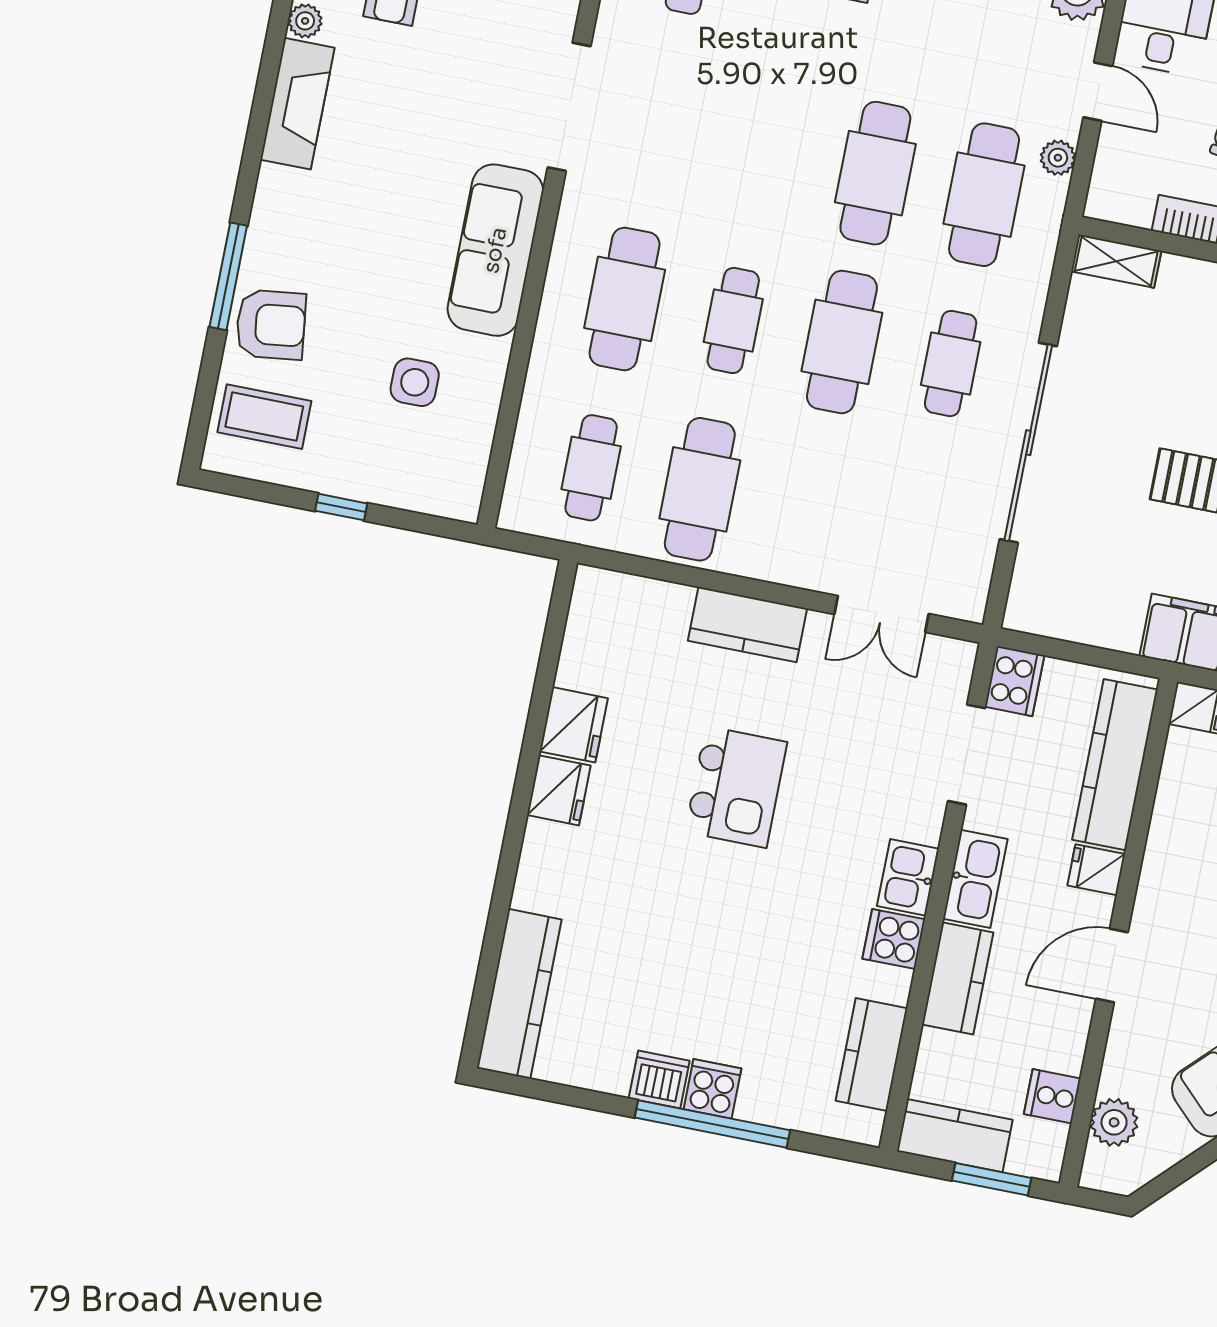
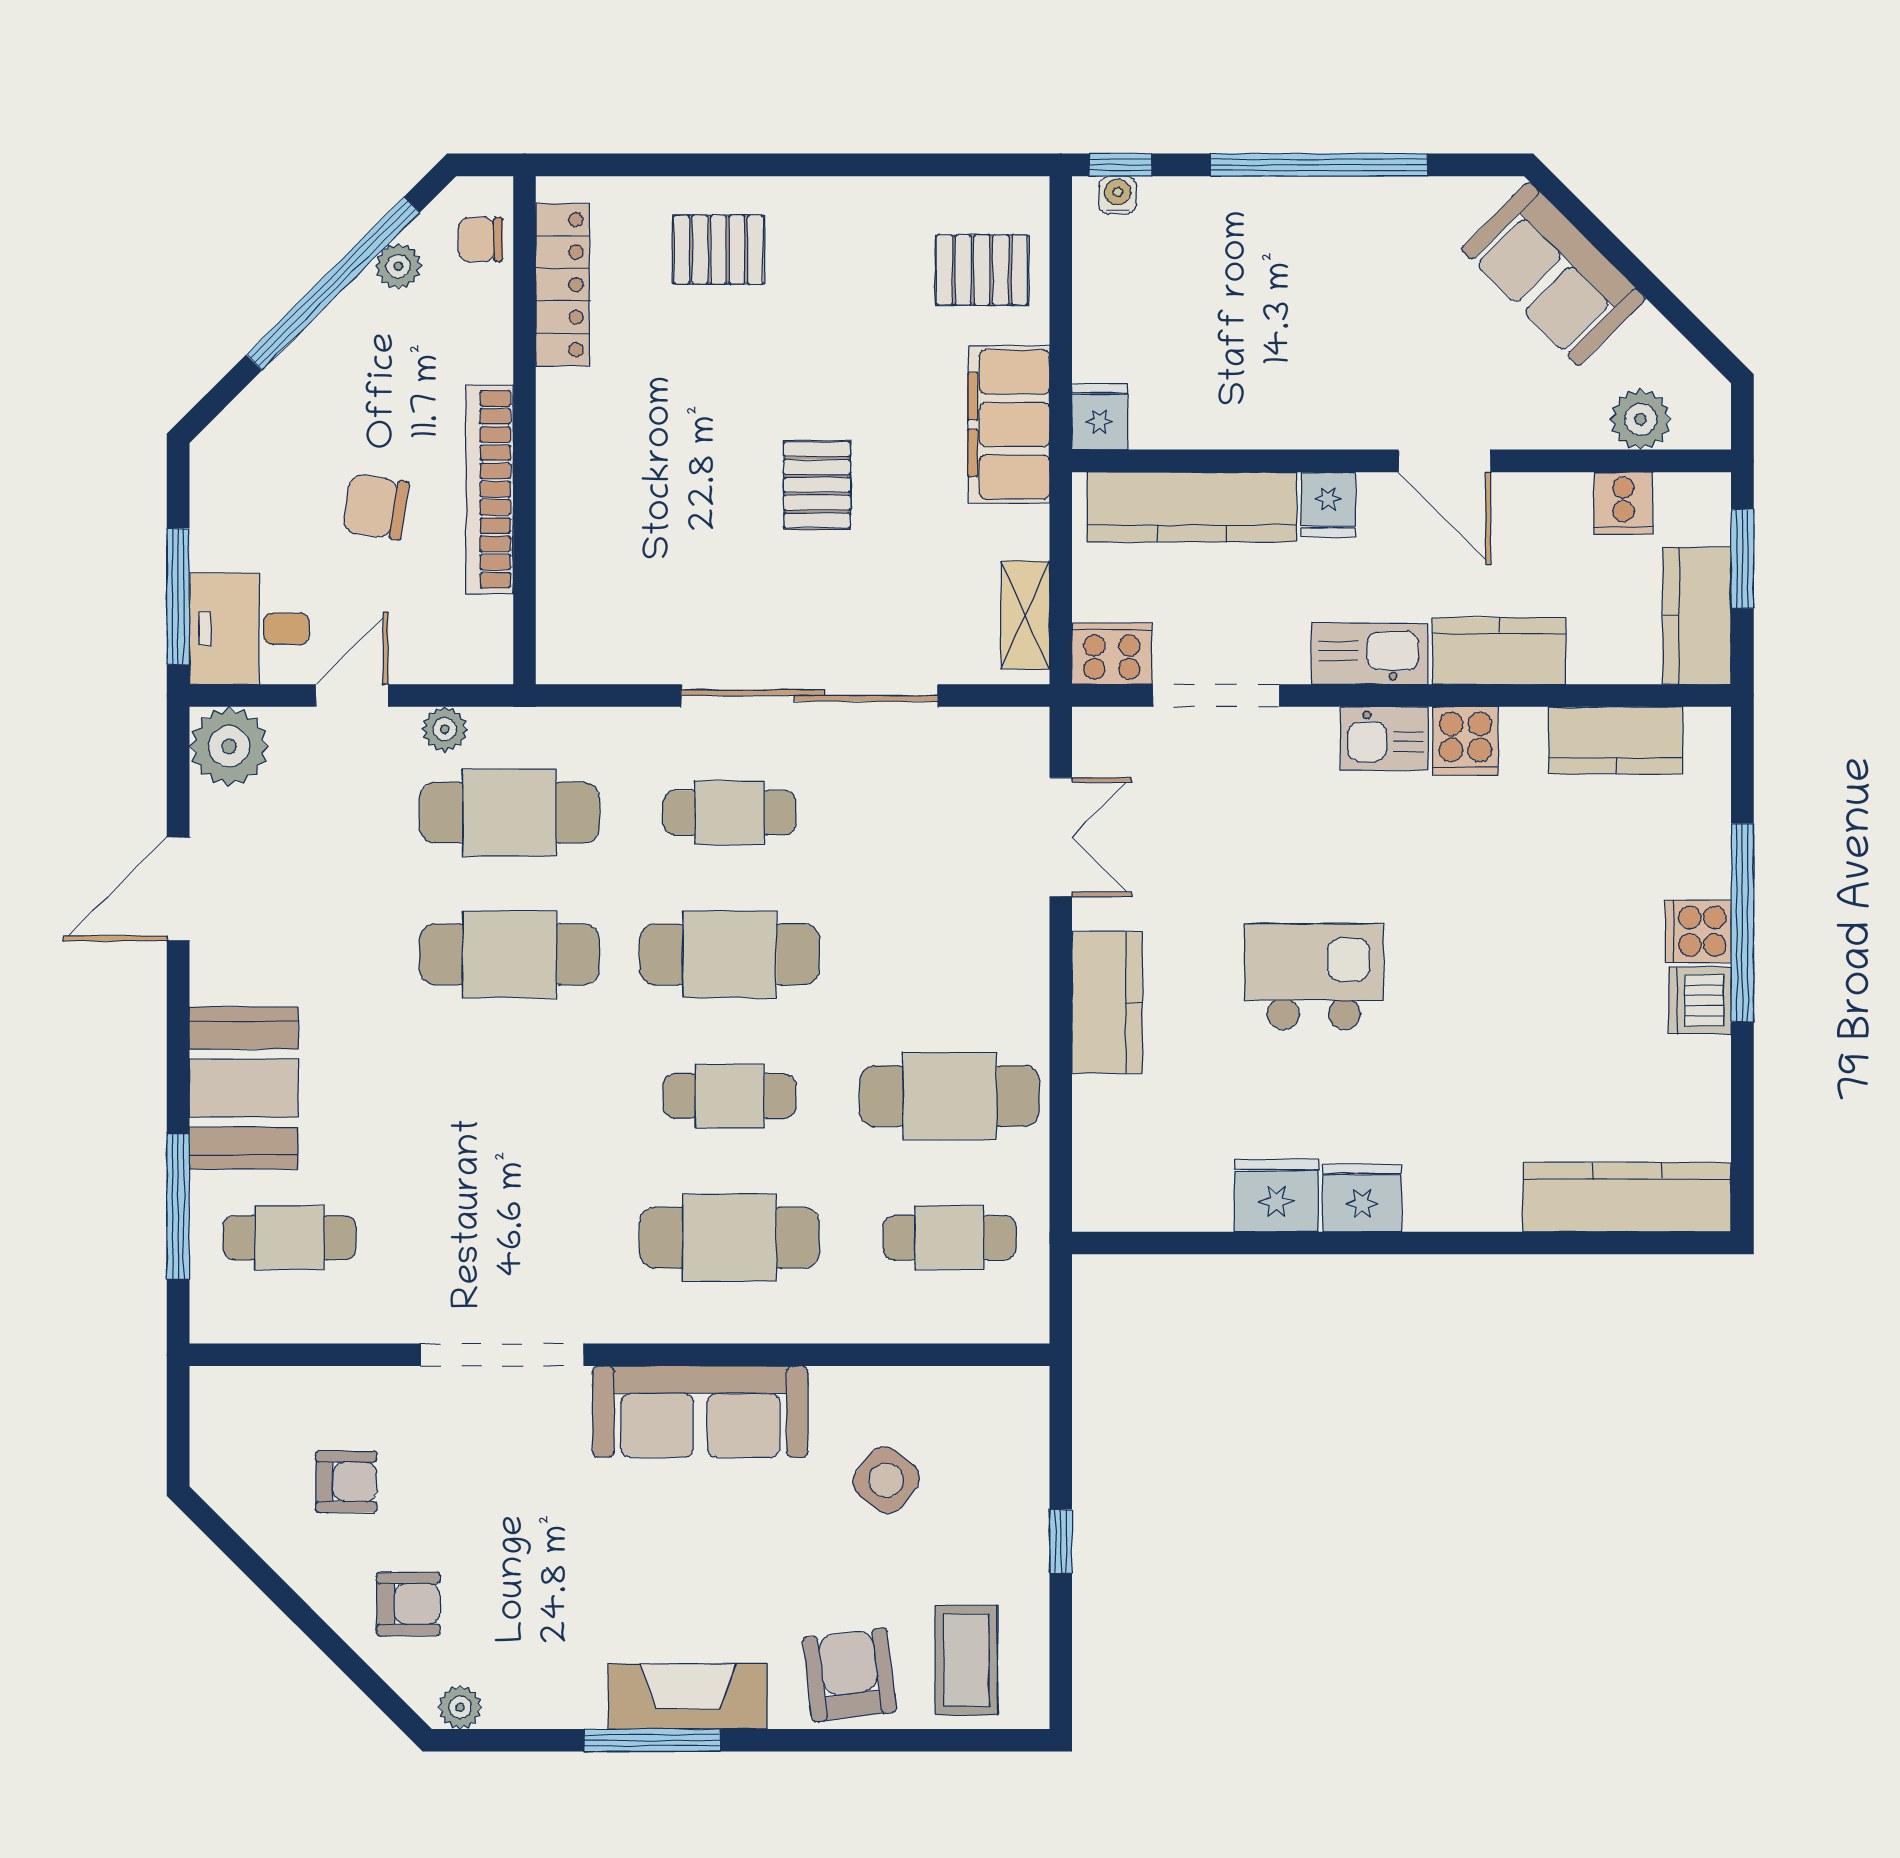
fireplace: (297, 104) -> (688, 1696), moved
shelving: (1116, 261) -> (1025, 615), moved
window: (228, 276) -> (652, 1740), moved
side table: (415, 382) -> (886, 1480), turned 38

